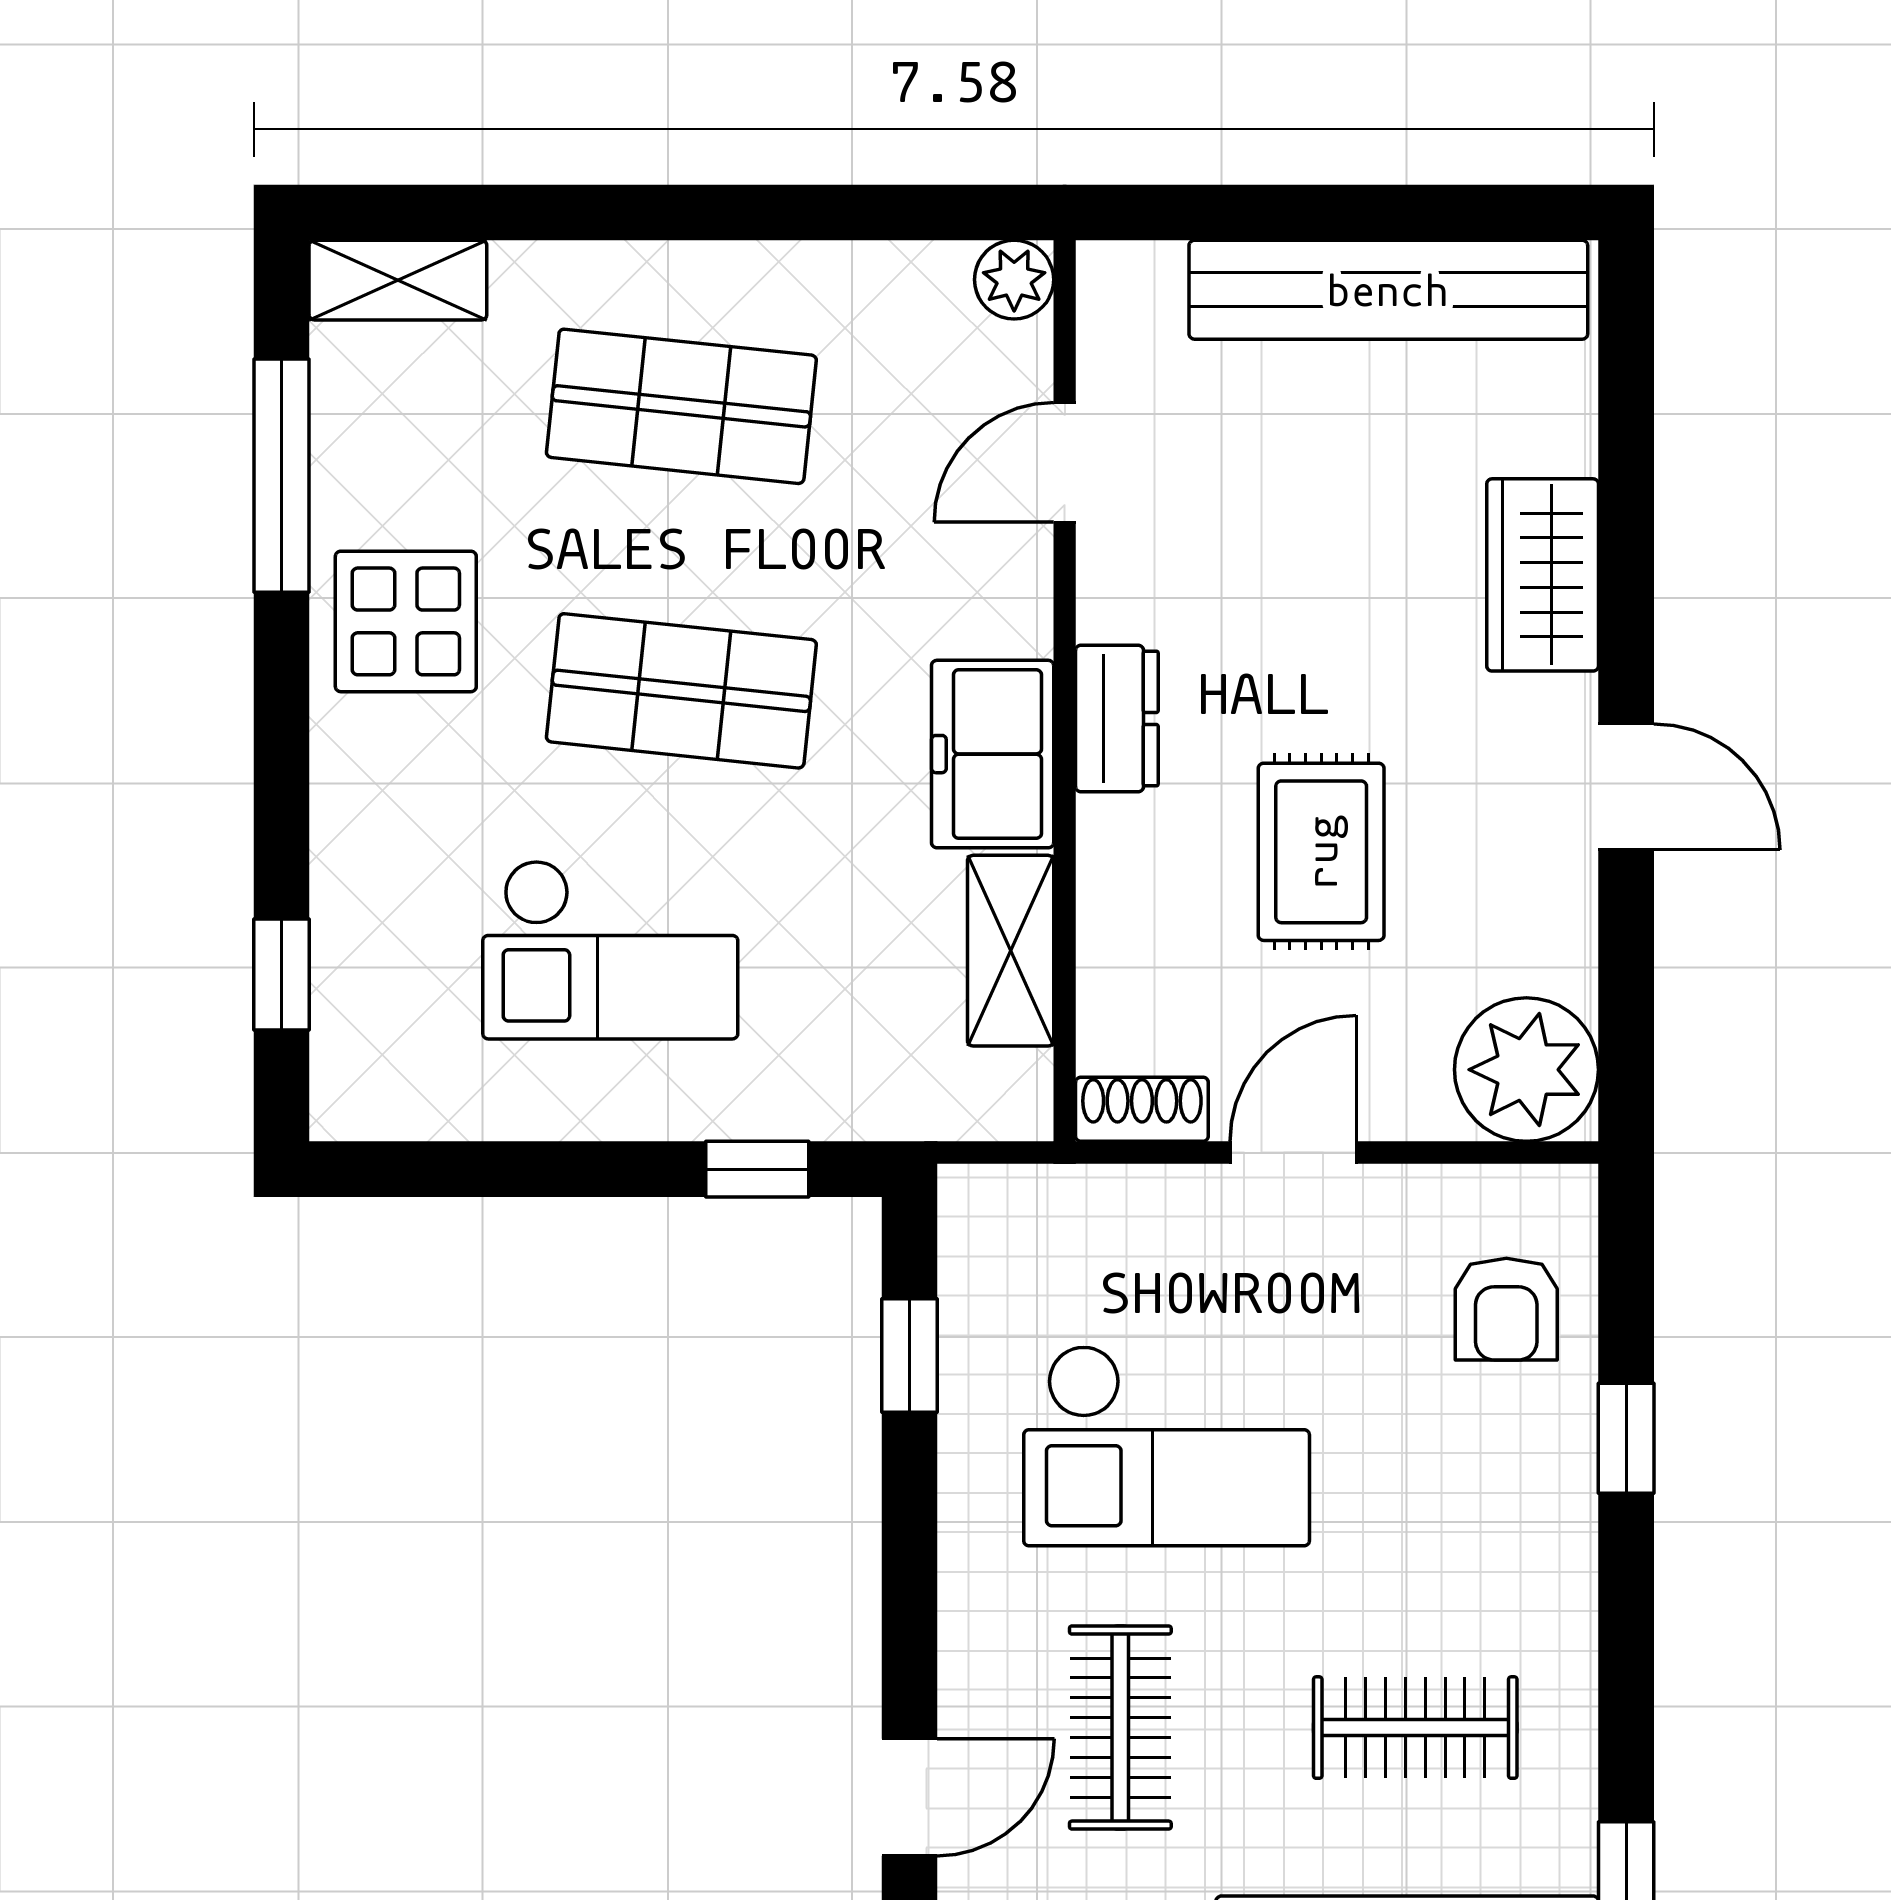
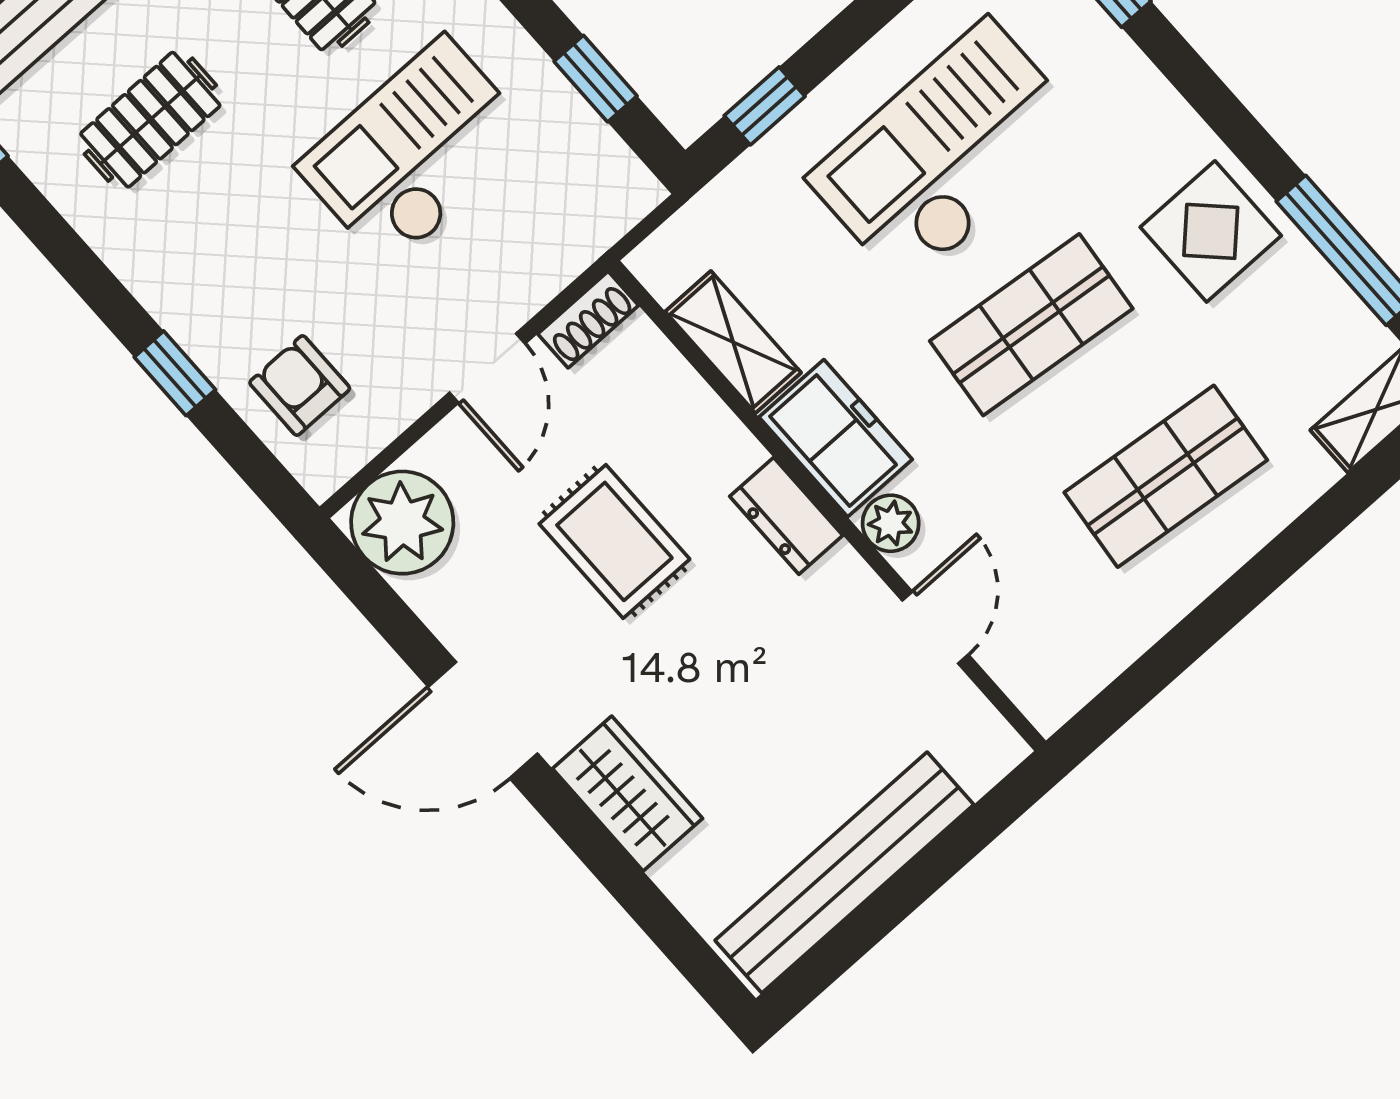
plant: (1014, 280) -> (891, 523), moved
door: (1626, 787) -> (483, 720), width x1.38
checkout: (610, 950) -> (947, 153), width x1.36, depth x1.21

